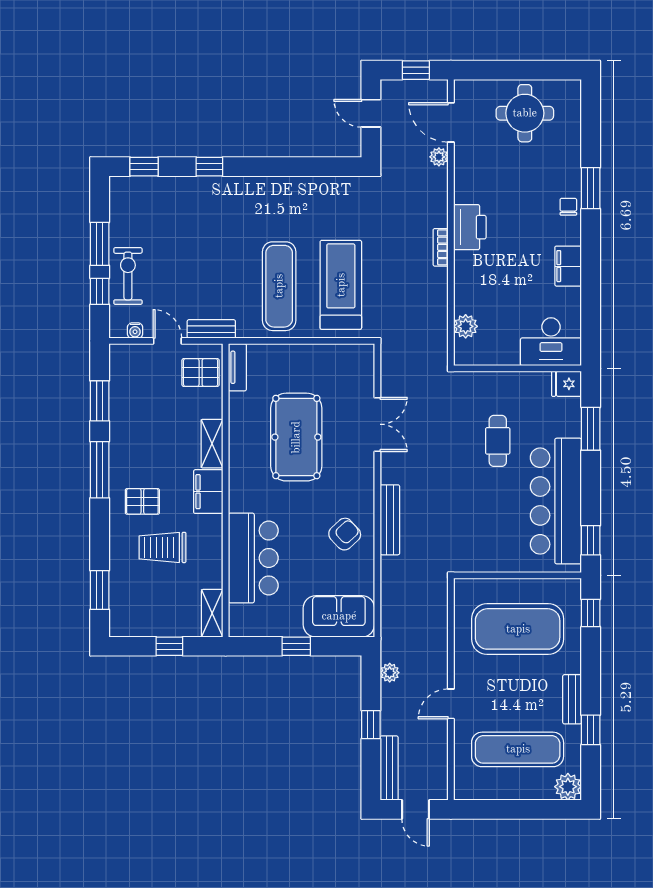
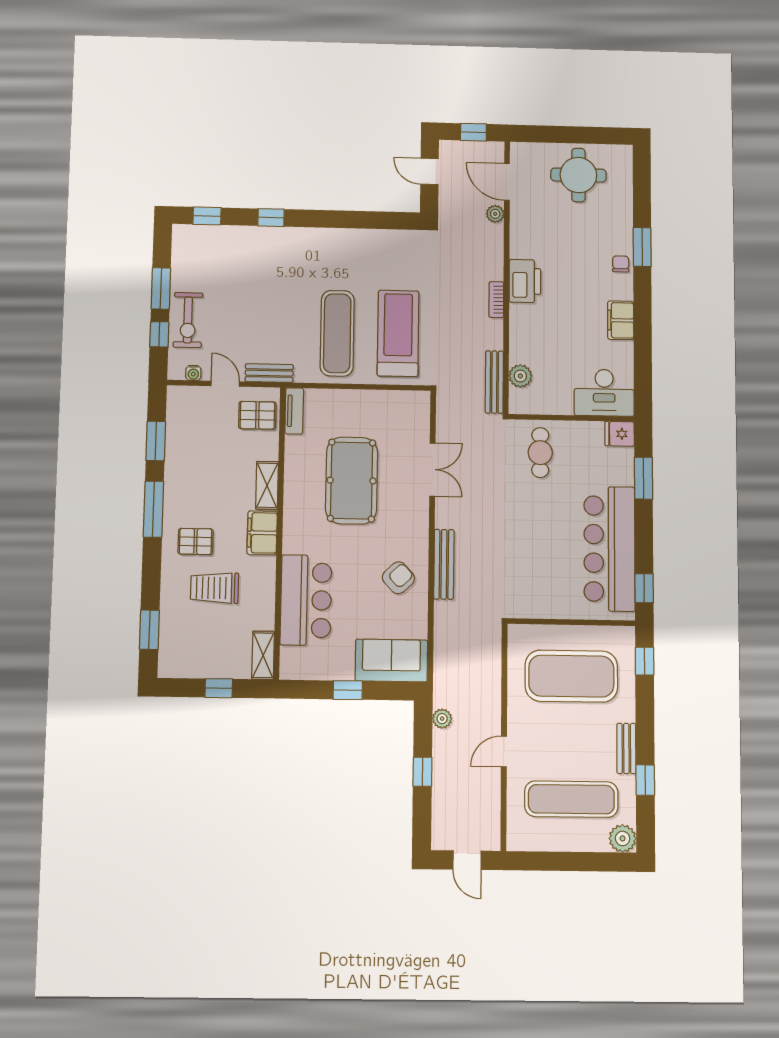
exercise bike: (128, 276) -> (188, 320), turned 180
cafe table: (498, 441) -> (540, 453), moved
bench: (389, 768) -> (494, 382), moved

